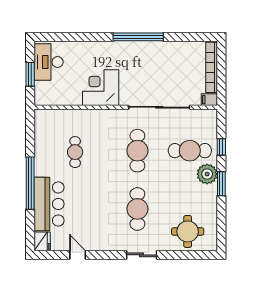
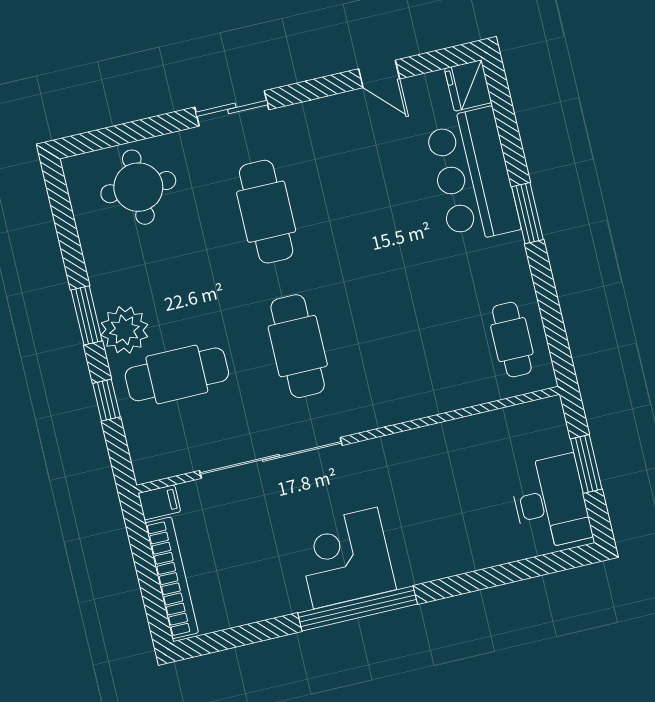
corner desk: (101, 88) -> (345, 558), moved, turned 180
cafe table: (75, 152) -> (512, 340), moved
window: (30, 183) -> (527, 213), width x0.47

